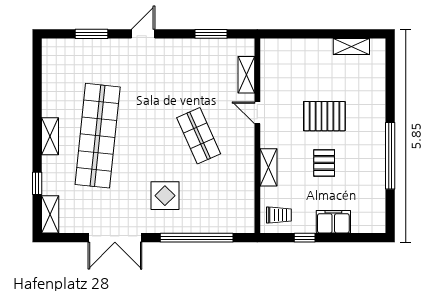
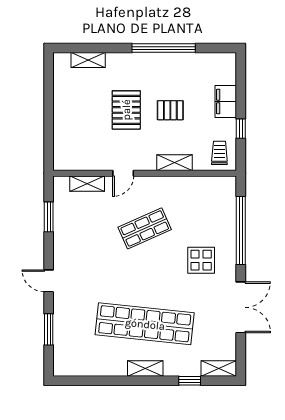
shelving: (351, 46) -> (88, 60), moved, turned 90

